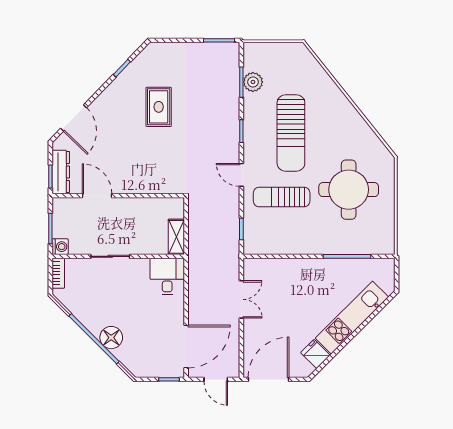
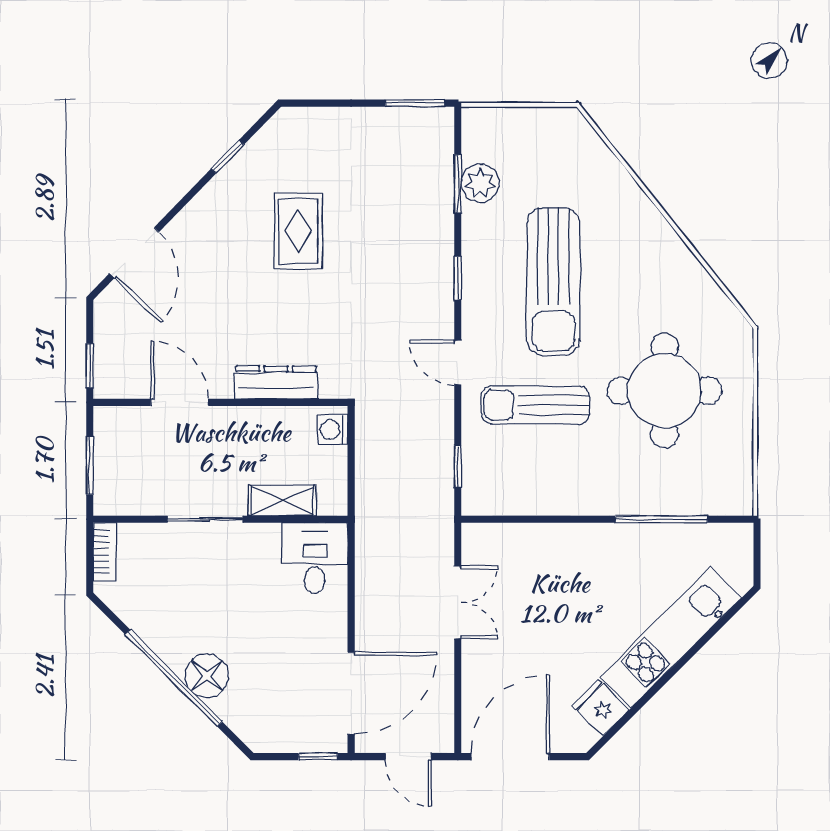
dresser: (61, 172) -> (276, 382), moved, turned -90
shelving: (176, 237) -> (282, 500), moved, turned 90
washing machine: (60, 247) -> (332, 430), moved, turned 180

